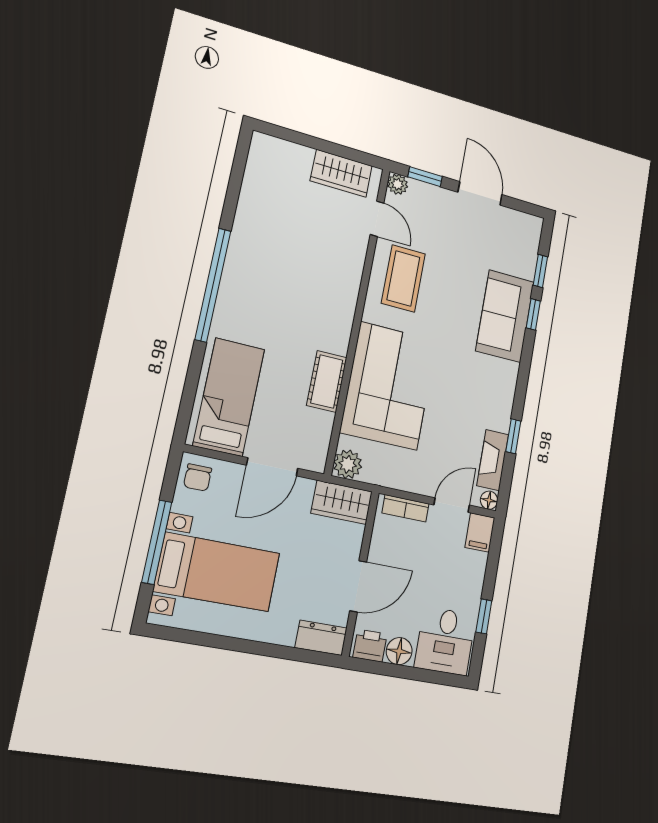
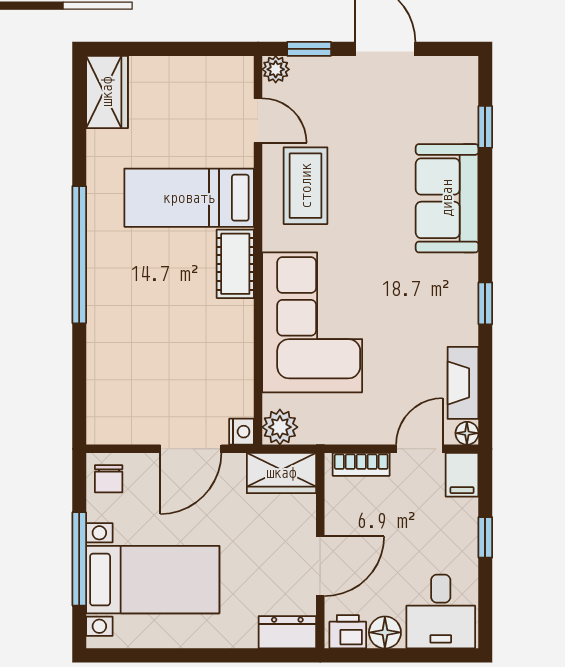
wardrobe: (341, 173) -> (107, 92), moved, turned -90
window: (533, 314) -> (485, 186), removed
cot: (327, 381) -> (235, 264), moved
bed: (229, 397) -> (189, 198), moved, turned -90
window: (513, 436) -> (485, 303), moved
nightstand: (316, 461) -> (242, 432), added
window: (484, 616) -> (485, 537), moved

